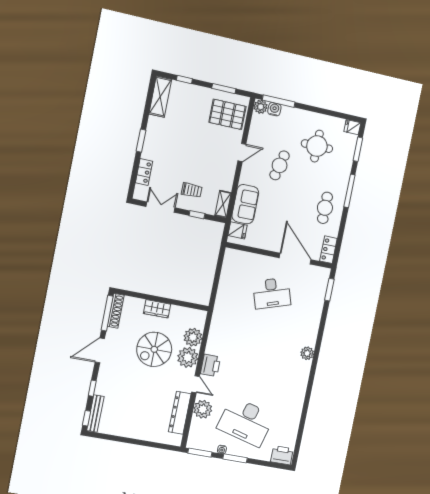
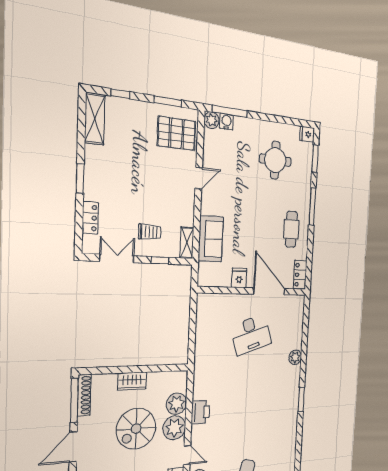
cafe table: (280, 165) -> (240, 188), removed
fridge: (238, 230) -> (239, 278), moved, turned -90
window: (329, 290) -> (301, 399), moved
plant: (307, 353) -> (295, 357), moved
printer: (210, 365) -> (200, 412), moved

